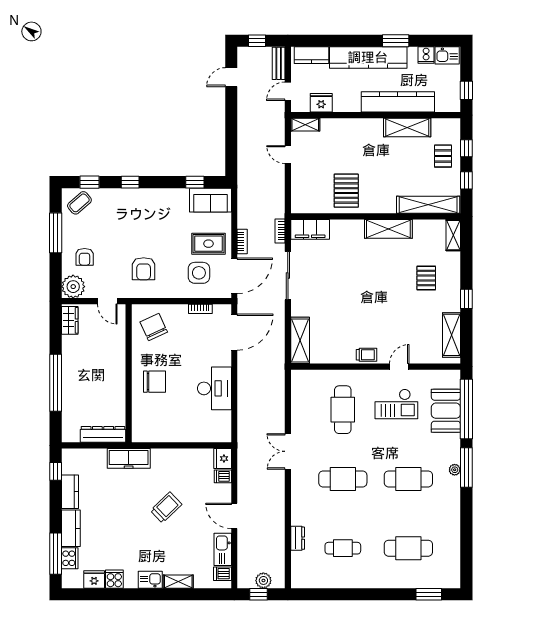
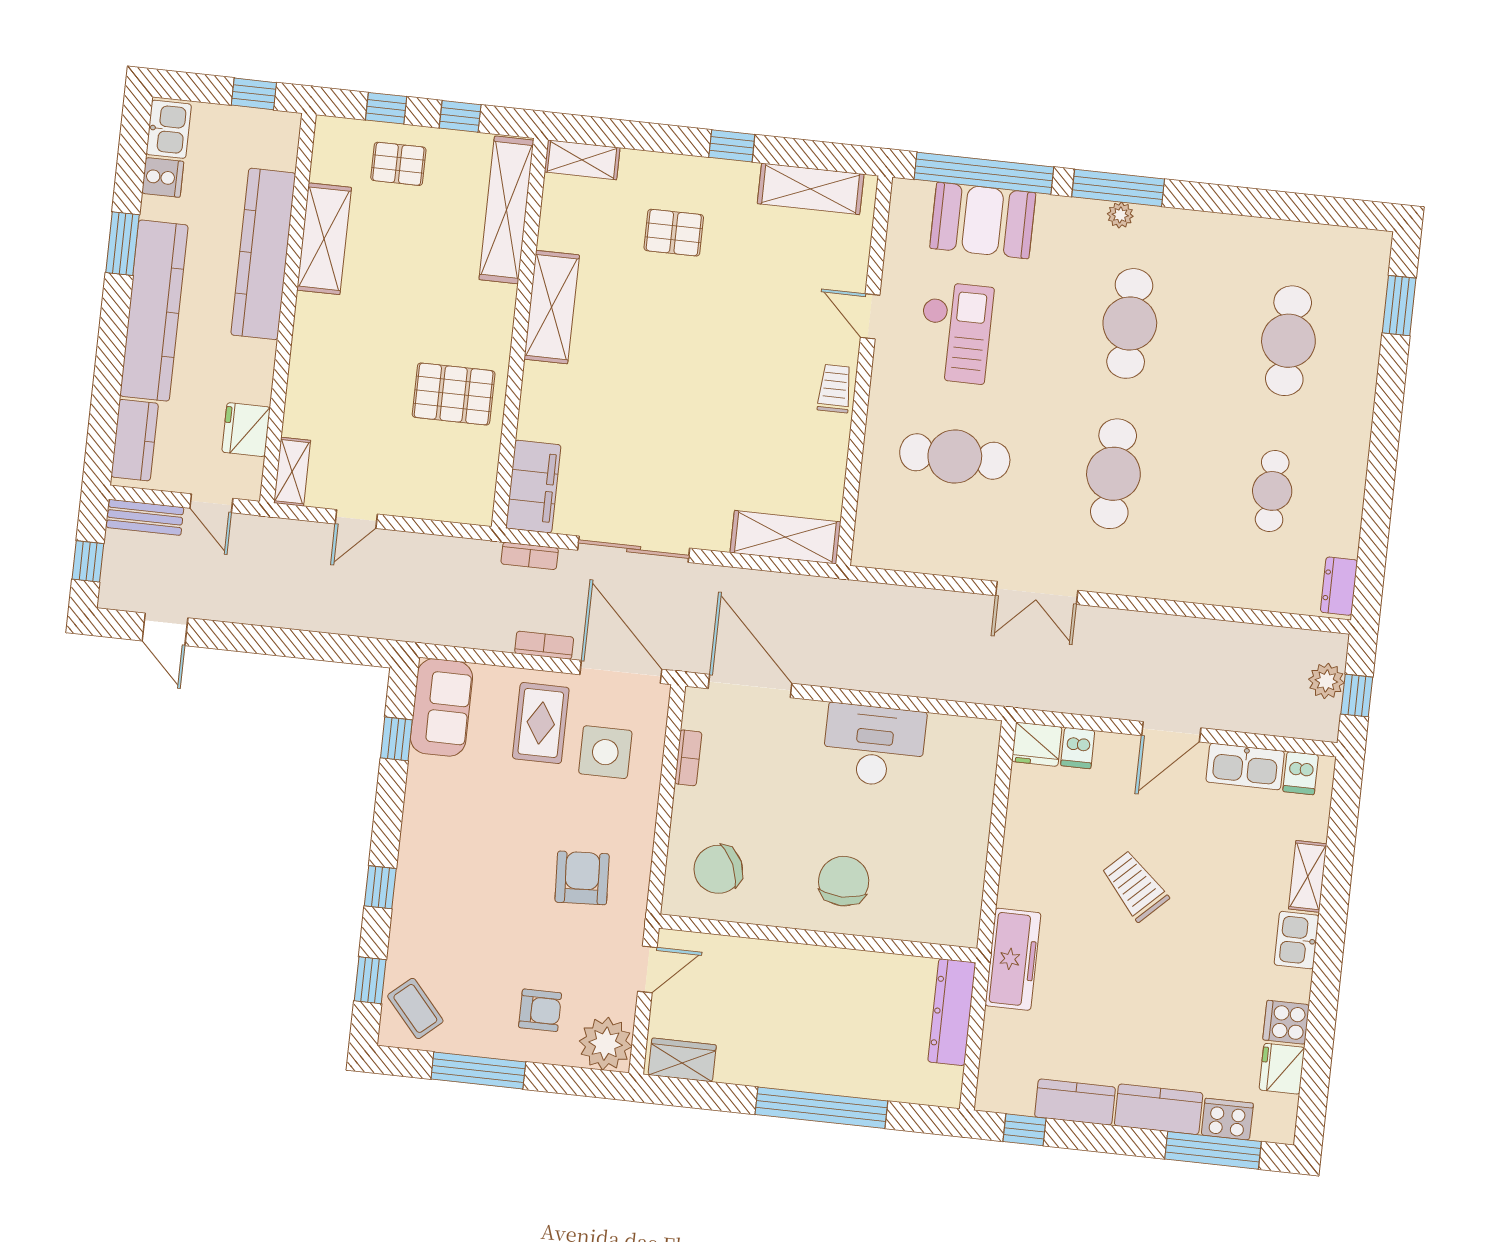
armchair: (144, 269) -> (582, 878), turned -93
dresser: (298, 538) -> (1339, 586), moved, turned -90

